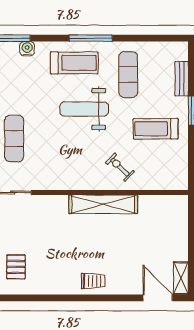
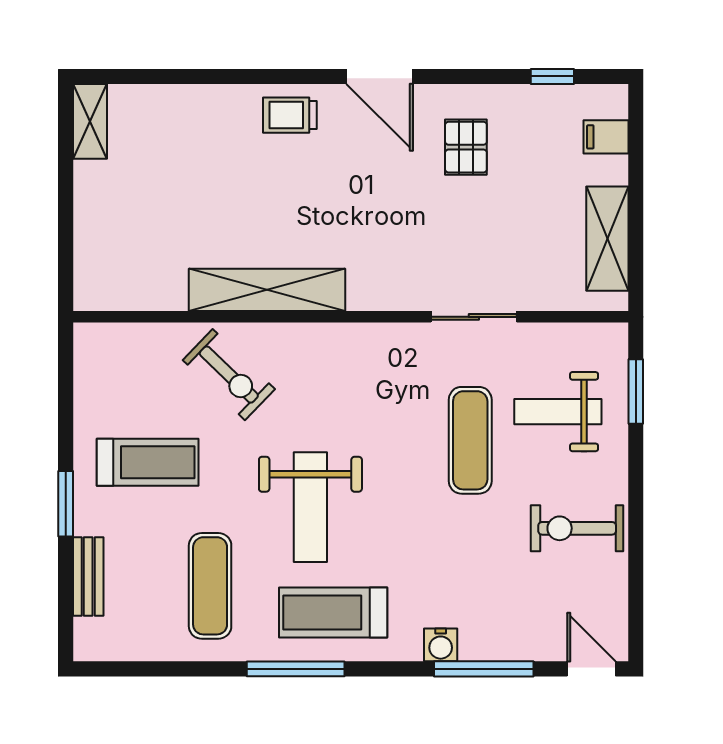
weight bench: (84, 109) -> (310, 507), turned 90
exercise bike: (120, 167) -> (229, 375), width x1.38, depth x1.39
door: (158, 298) -> (380, 76), moved

